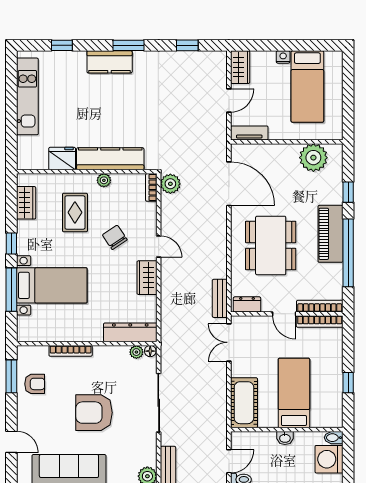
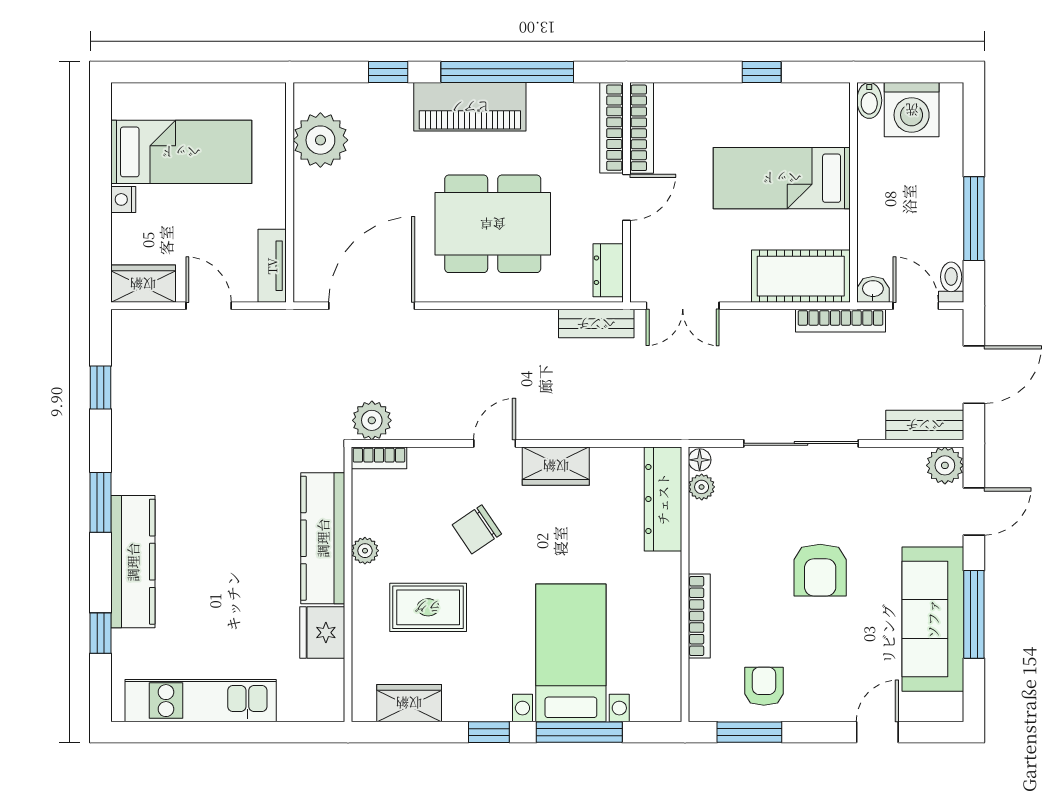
kitchen counter: (110, 62) -> (133, 562), width x1.50
armchair: (94, 413) -> (820, 570), width x0.73, depth x0.73
bookcase: (221, 423) -> (840, 321), added
washbasin: (285, 438) -> (873, 289), moved, turned -90

